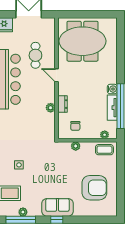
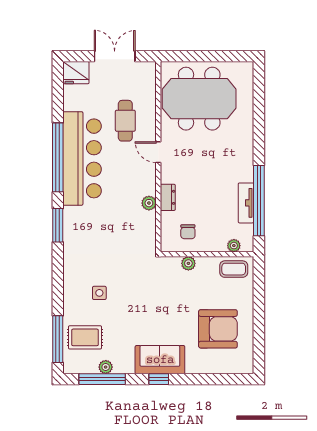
water cooler: (112, 89) -> (246, 174), removed

